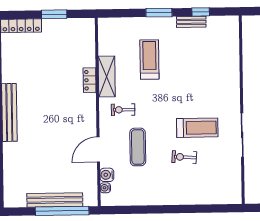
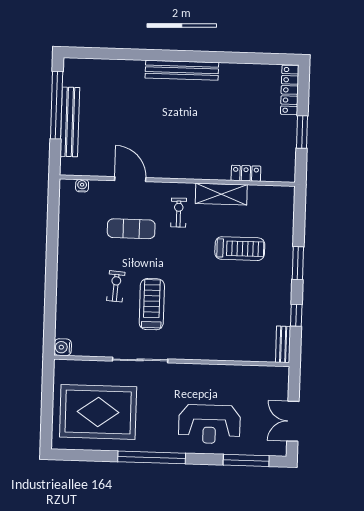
bench: (191, 22) -> (283, 344), moved
locker: (90, 80) -> (246, 173), moved
treadmill: (197, 128) -> (152, 304), turned 180
water cooler: (107, 175) -> (63, 347), moved, turned -90
window: (62, 211) -> (57, 105), moved

